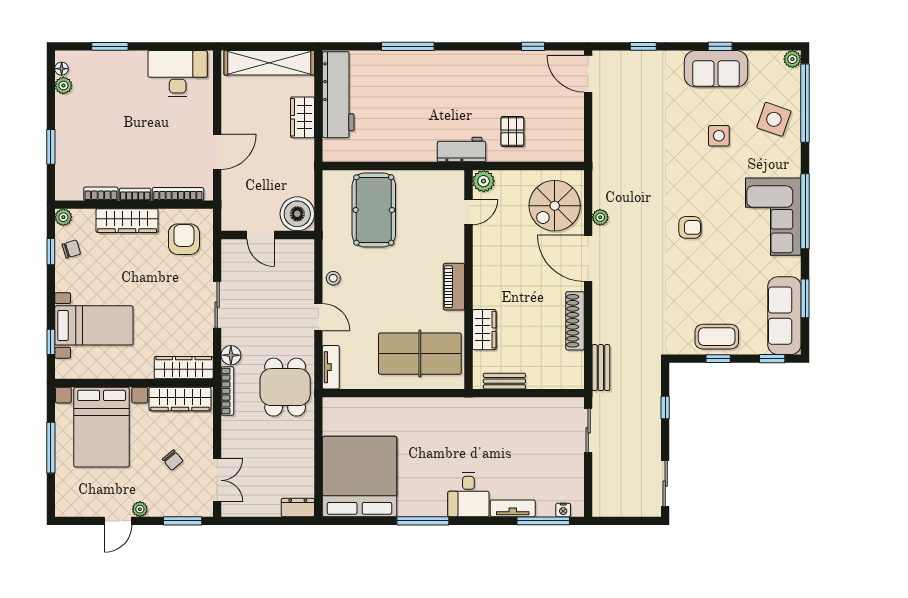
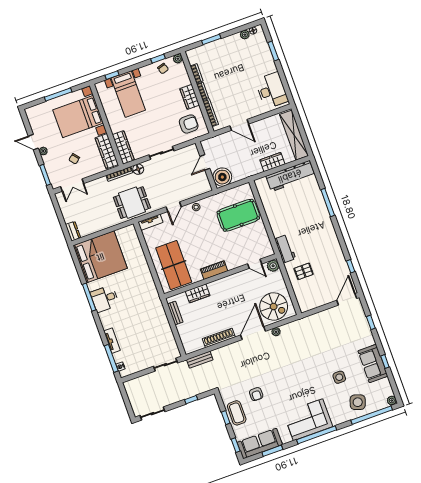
spiral stairs: (555, 206) -> (274, 306), turned 180
wardrobe: (127, 221) -> (190, 97), width x0.67
armchair: (690, 227) -> (256, 394), moved
desk: (468, 495) -> (105, 299), moved

